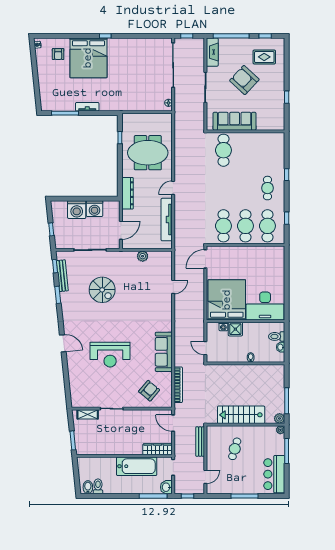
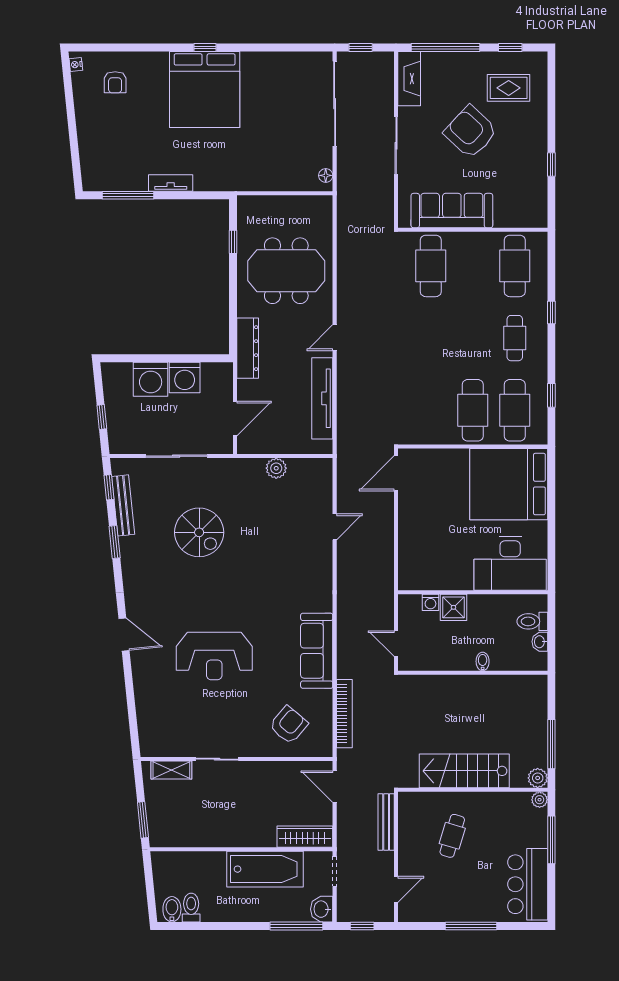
bed: (88, 58) -> (205, 90), moved
cafe table: (223, 226) -> (515, 266), moved
bed: (227, 300) -> (509, 484), moved, turned -90

